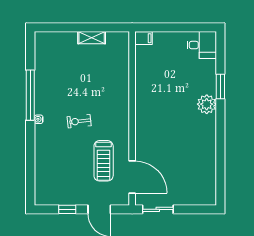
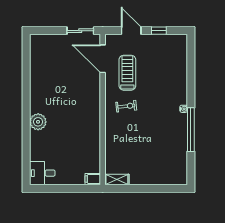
shelving: (92, 38) -> (117, 179), moved
window: (220, 86) -> (26, 137), removed
exercise bike: (79, 121) -> (126, 106), moved

